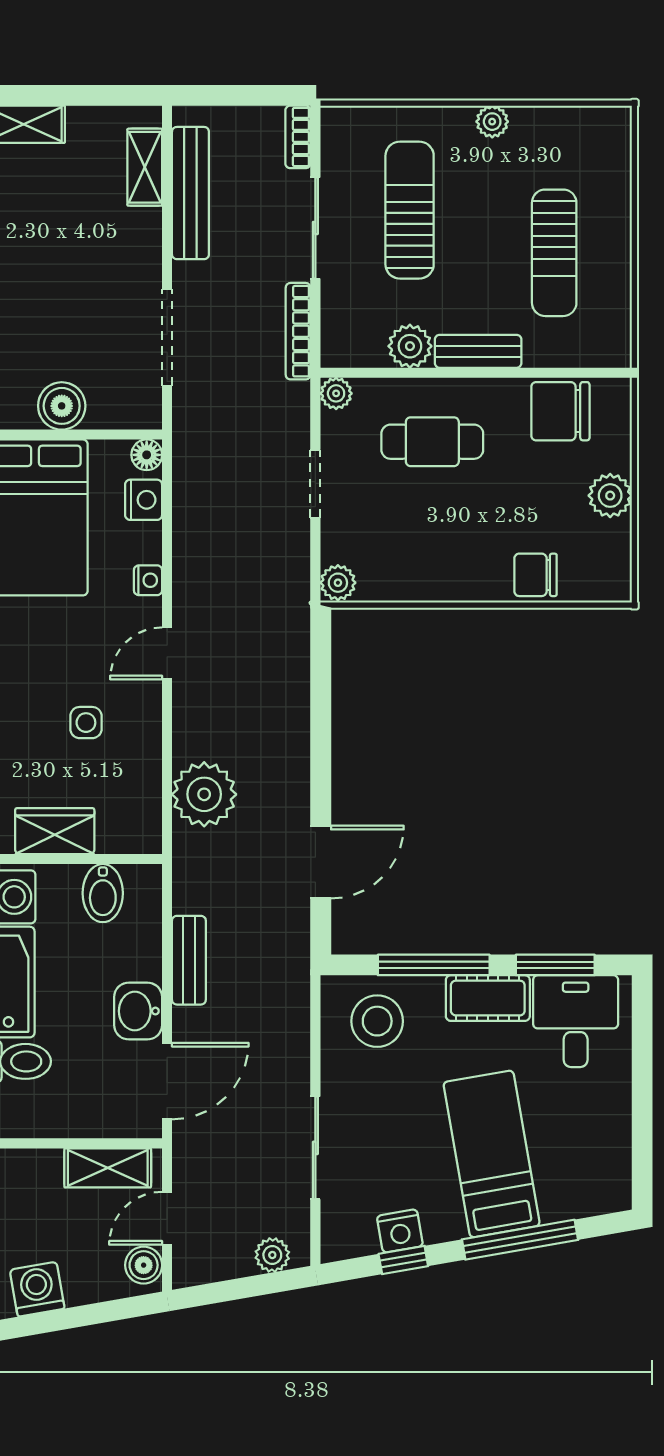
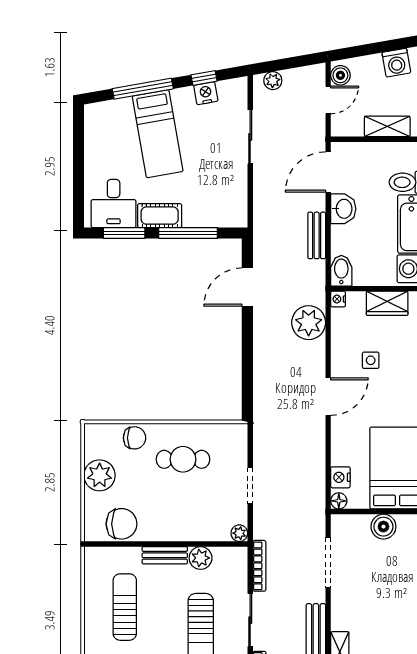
cafe table: (432, 442) -> (183, 459), moved
plant: (610, 496) -> (100, 475), width x1.36, depth x1.36
nightstand: (148, 580) -> (338, 299), moved
plant: (338, 583) -> (238, 434), removed
door: (167, 653) -> (328, 397), width x1.37
bidet: (103, 893) -> (341, 271), moved
stool: (377, 1021) -> (218, 203), removed
shelving: (108, 1168) -> (387, 126), moved

